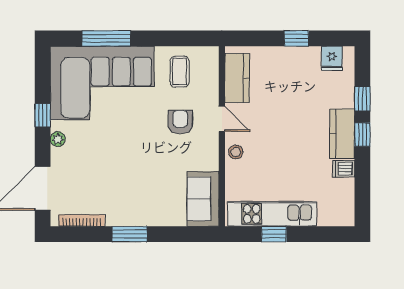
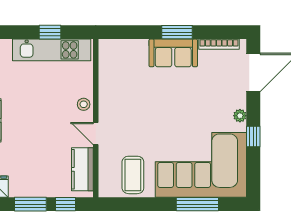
window: (256, 38) -> (66, 204), added
window: (296, 38) -> (30, 204), width x1.50
coffee table: (180, 72) -> (133, 175), width x1.36, depth x1.30
armchair: (180, 122) -> (132, 131), removed
sofa: (203, 199) -> (173, 53), moved, turned 90

